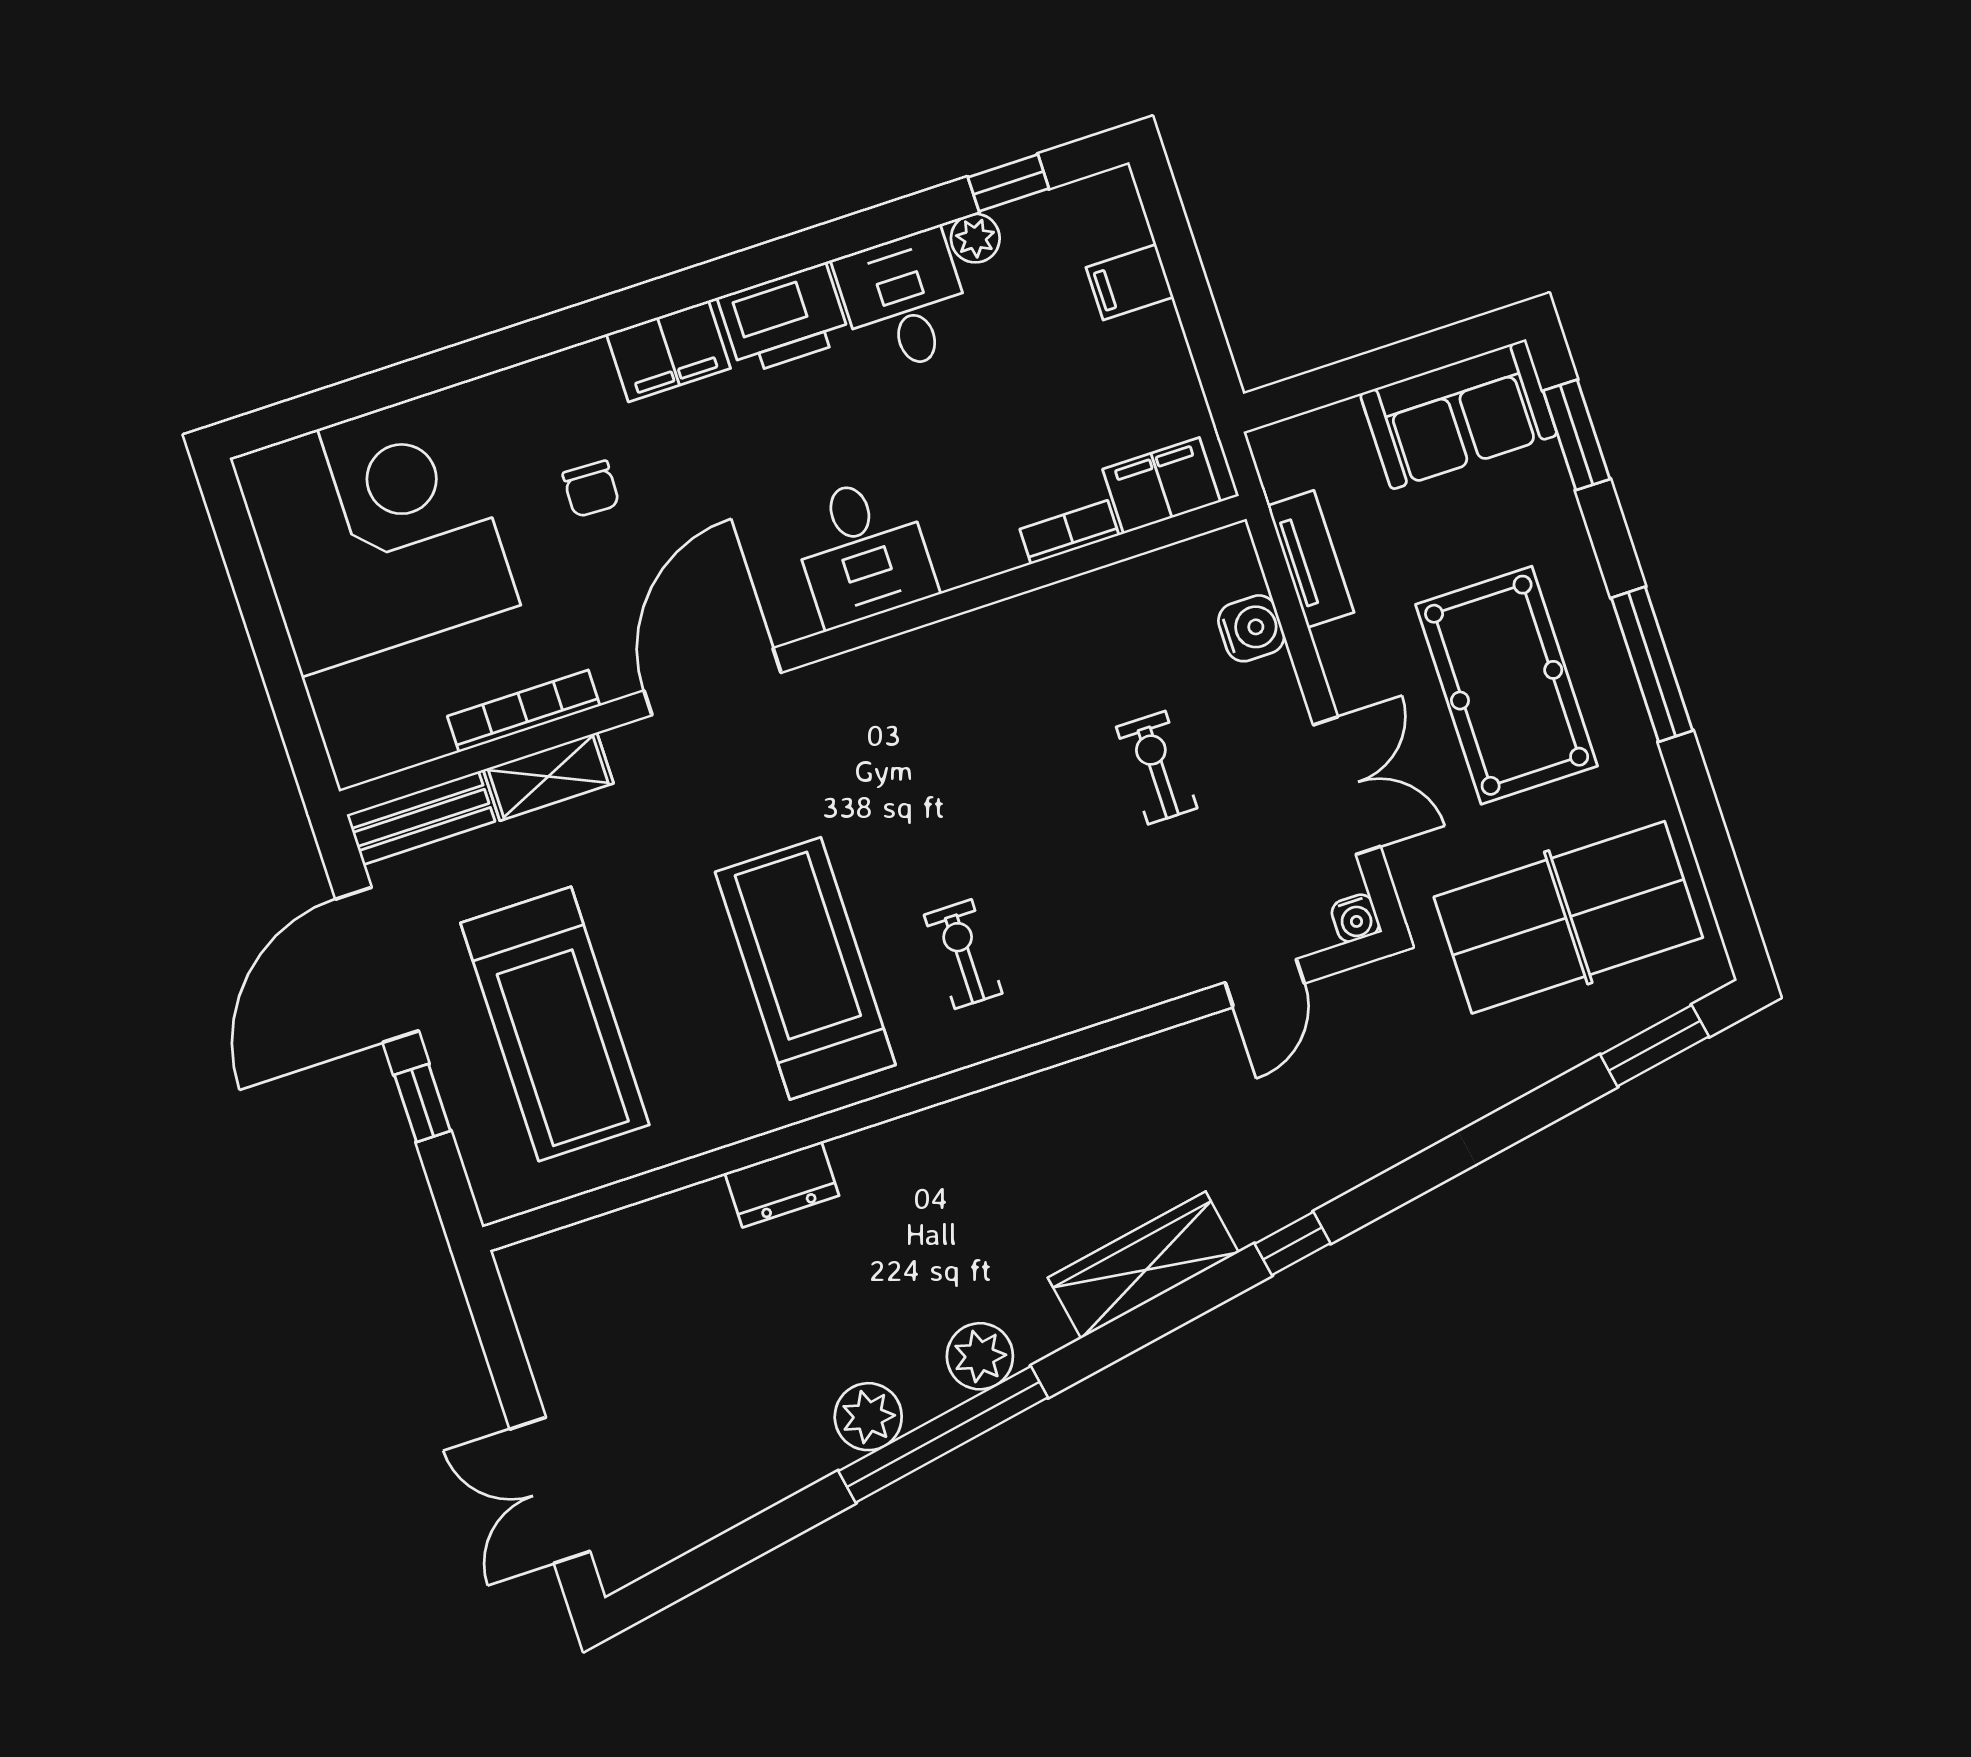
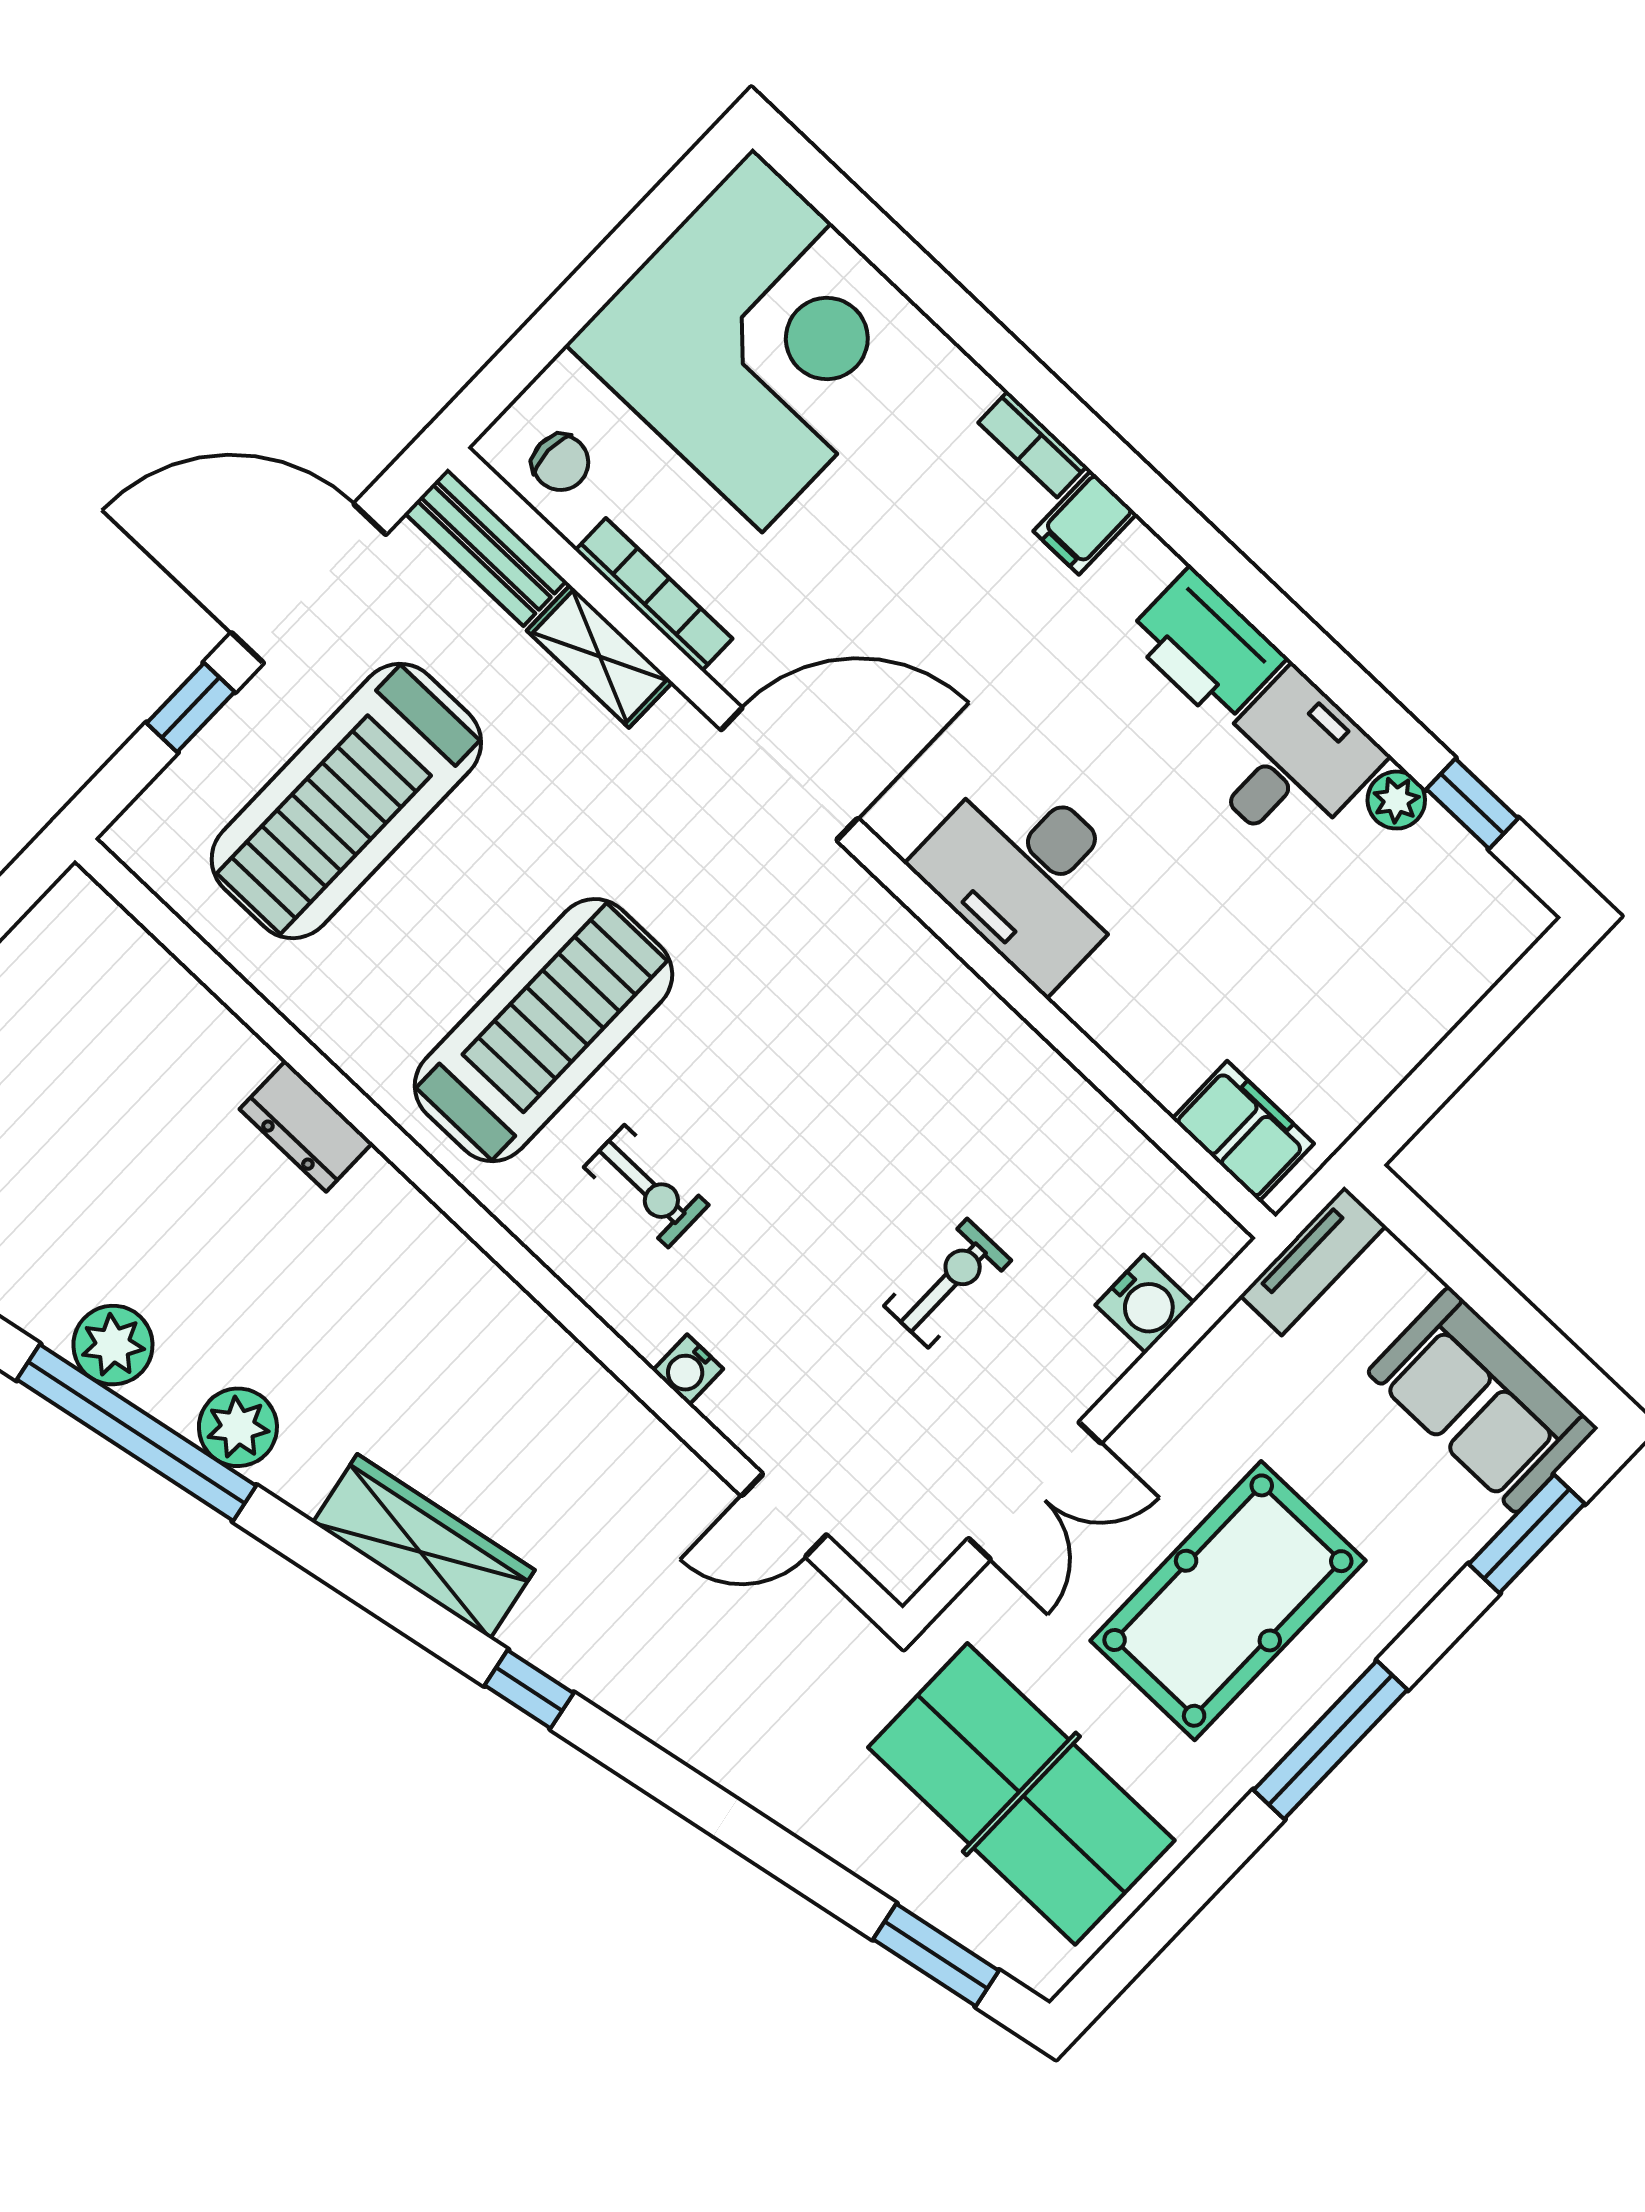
filing cabinet: (1130, 282) -> (1437, 985), removed
filing cabinet: (668, 351) -> (1085, 522), width x0.50
chair: (591, 489) -> (561, 463), moved, turned -92
bookcase: (1069, 532) -> (1033, 444), moved, turned 180
desk: (863, 551) -> (1028, 875), width x1.37
tv unit: (1311, 559) -> (1313, 1261), moved
water cooler: (1355, 918) -> (688, 1370), moved
exercise bike: (963, 954) -> (646, 1186), turned 90

